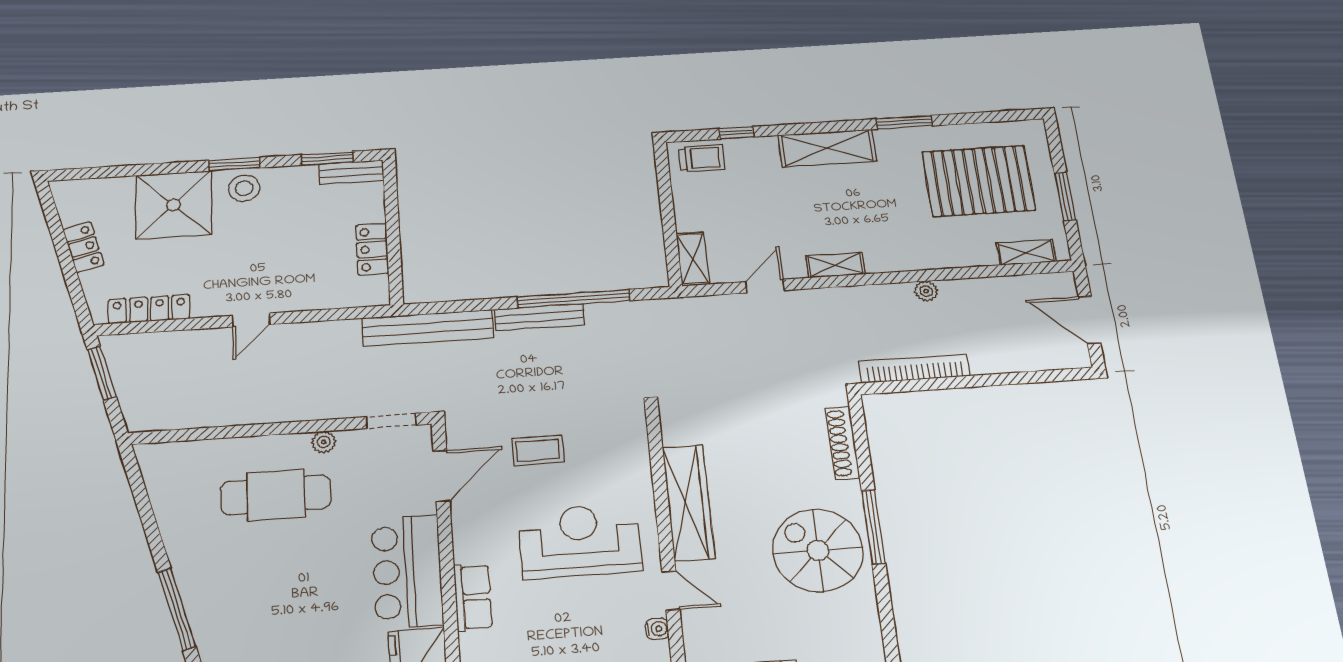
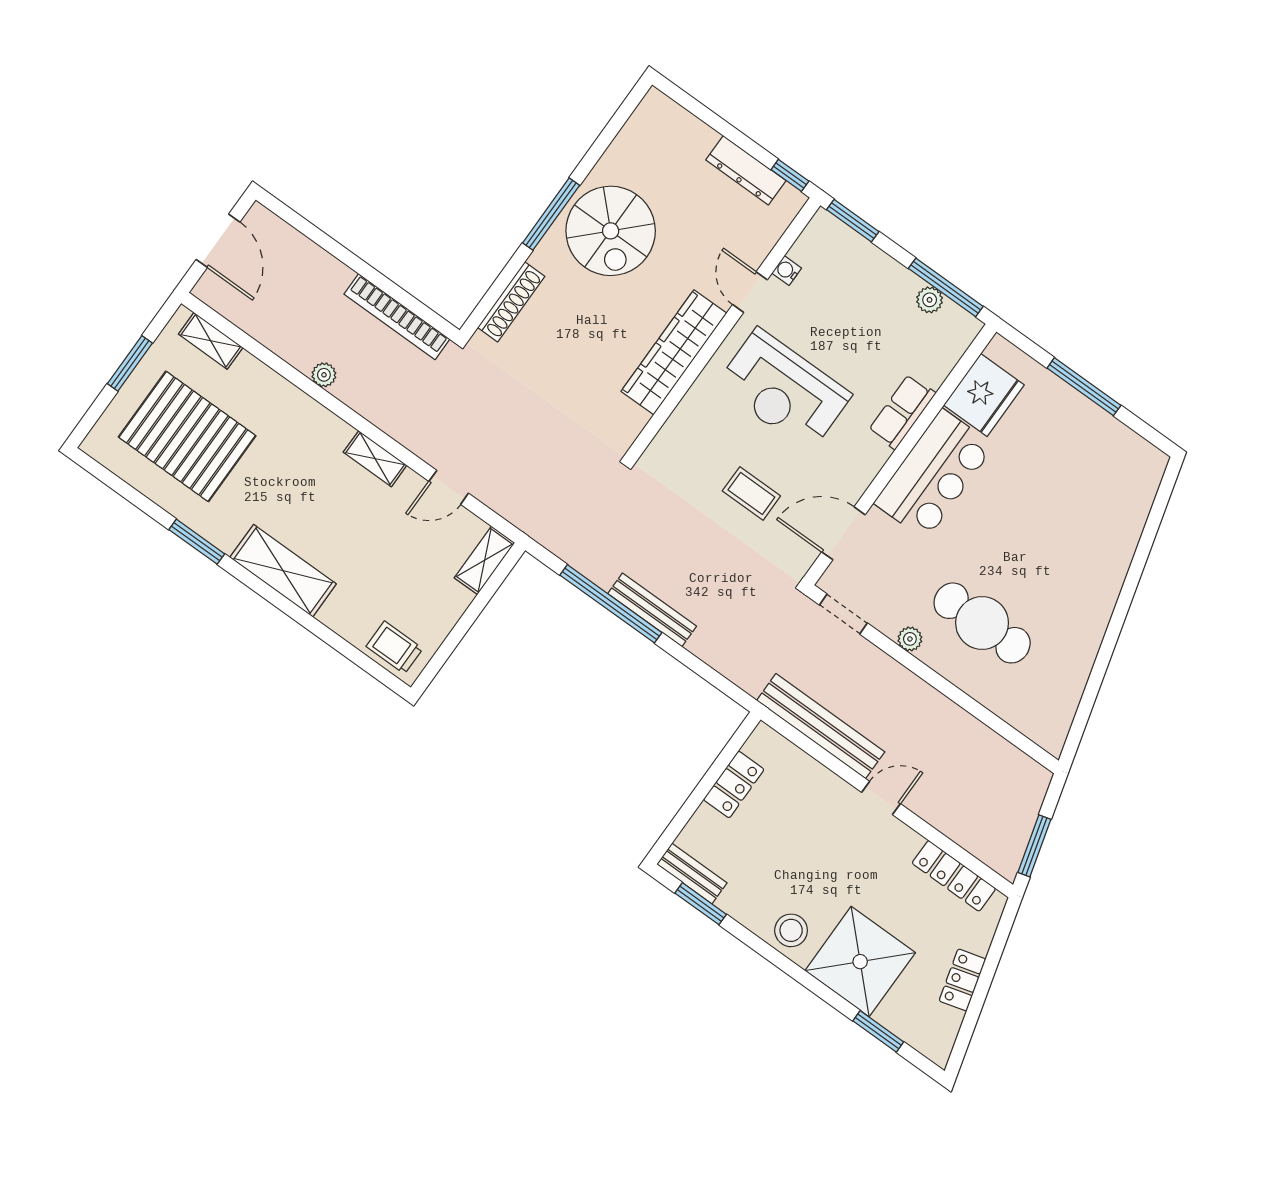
window: (737, 133) -> (344, 648), removed
window: (234, 164) -> (878, 1031), moved
bench: (428, 328) -> (821, 726), moved
window: (177, 609) -> (1130, 587), removed

